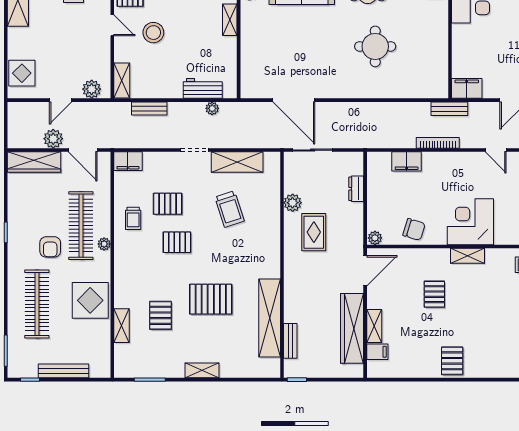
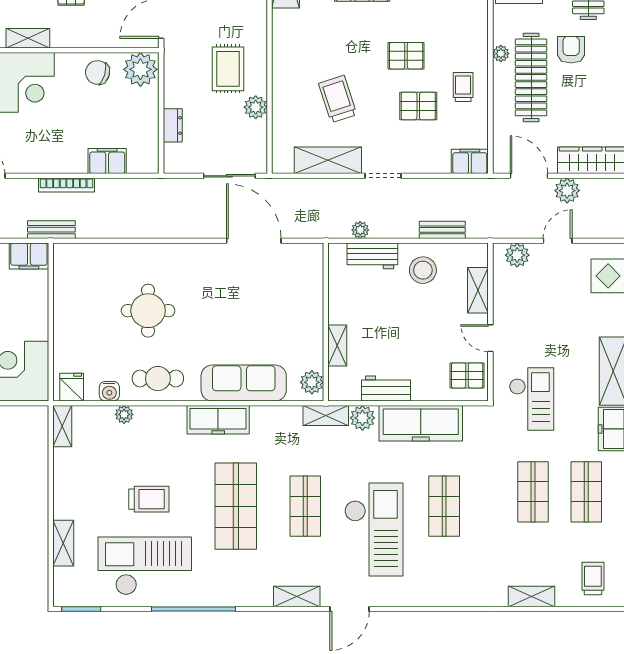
stool: (153, 33) -> (423, 270), moved
shelving: (122, 81) -> (478, 290), moved
plant: (375, 238) -> (140, 69), width x1.88, depth x1.88

